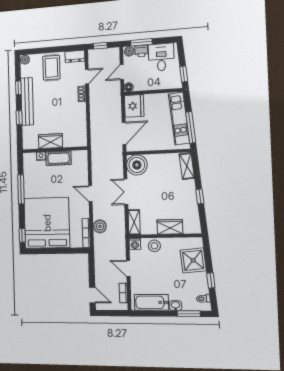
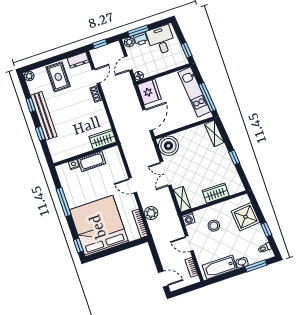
wardrobe: (50, 141) -> (103, 139), moved
stool: (154, 246) -> (214, 226), moved

